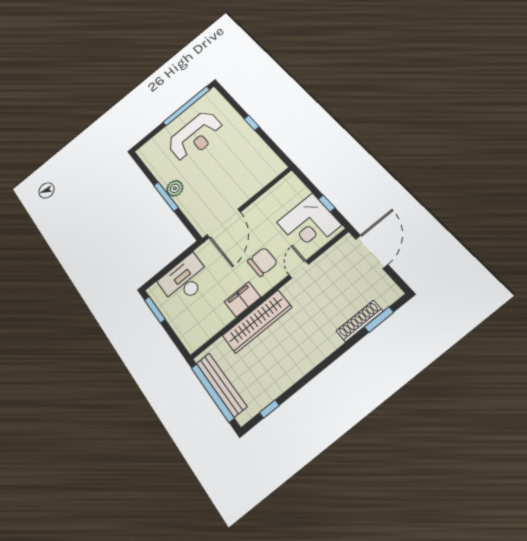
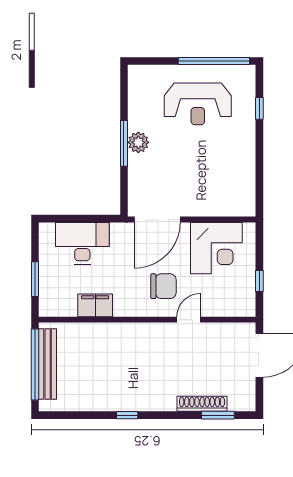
window: (252, 123) -> (259, 108), moved
corner desk: (309, 224) -> (216, 248), moved, turned -90
filing cabinet: (242, 299) -> (95, 305), moved
window: (155, 310) -> (35, 279), moved
wardrobe: (257, 321) -> (118, 335), removed
window: (269, 409) -> (127, 415), moved

